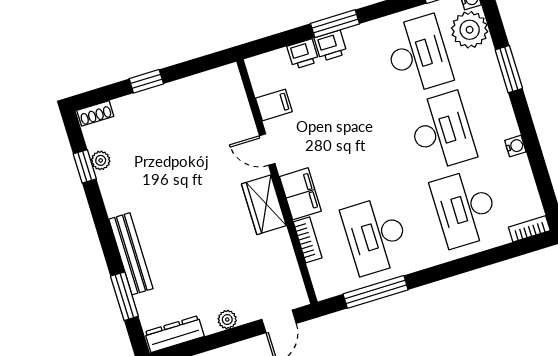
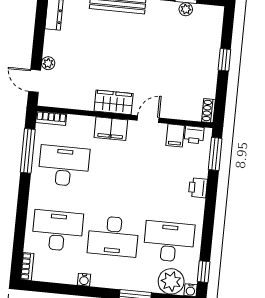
window: (335, 24) -> (215, 154), moved
printer: (303, 54) -> (194, 135), moved, turned -90
desk: (418, 54) -> (169, 242), turned 180
shoe rack: (95, 113) -> (208, 111), moved
bookcase: (308, 240) -> (51, 118), moved
plant: (227, 320) -> (48, 63), moved

